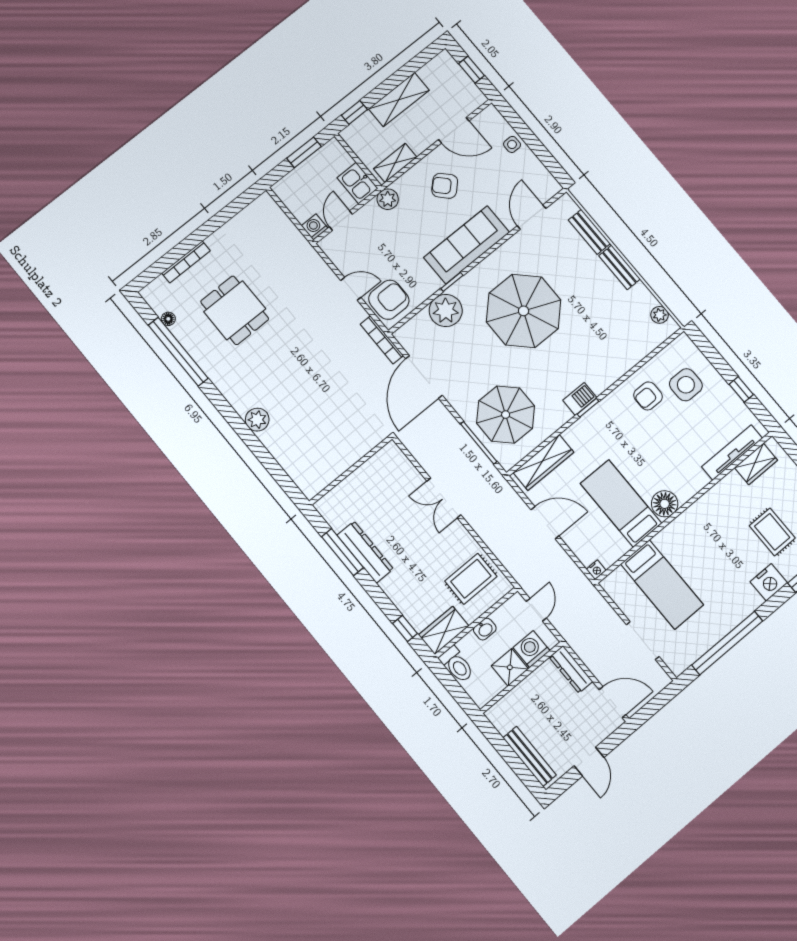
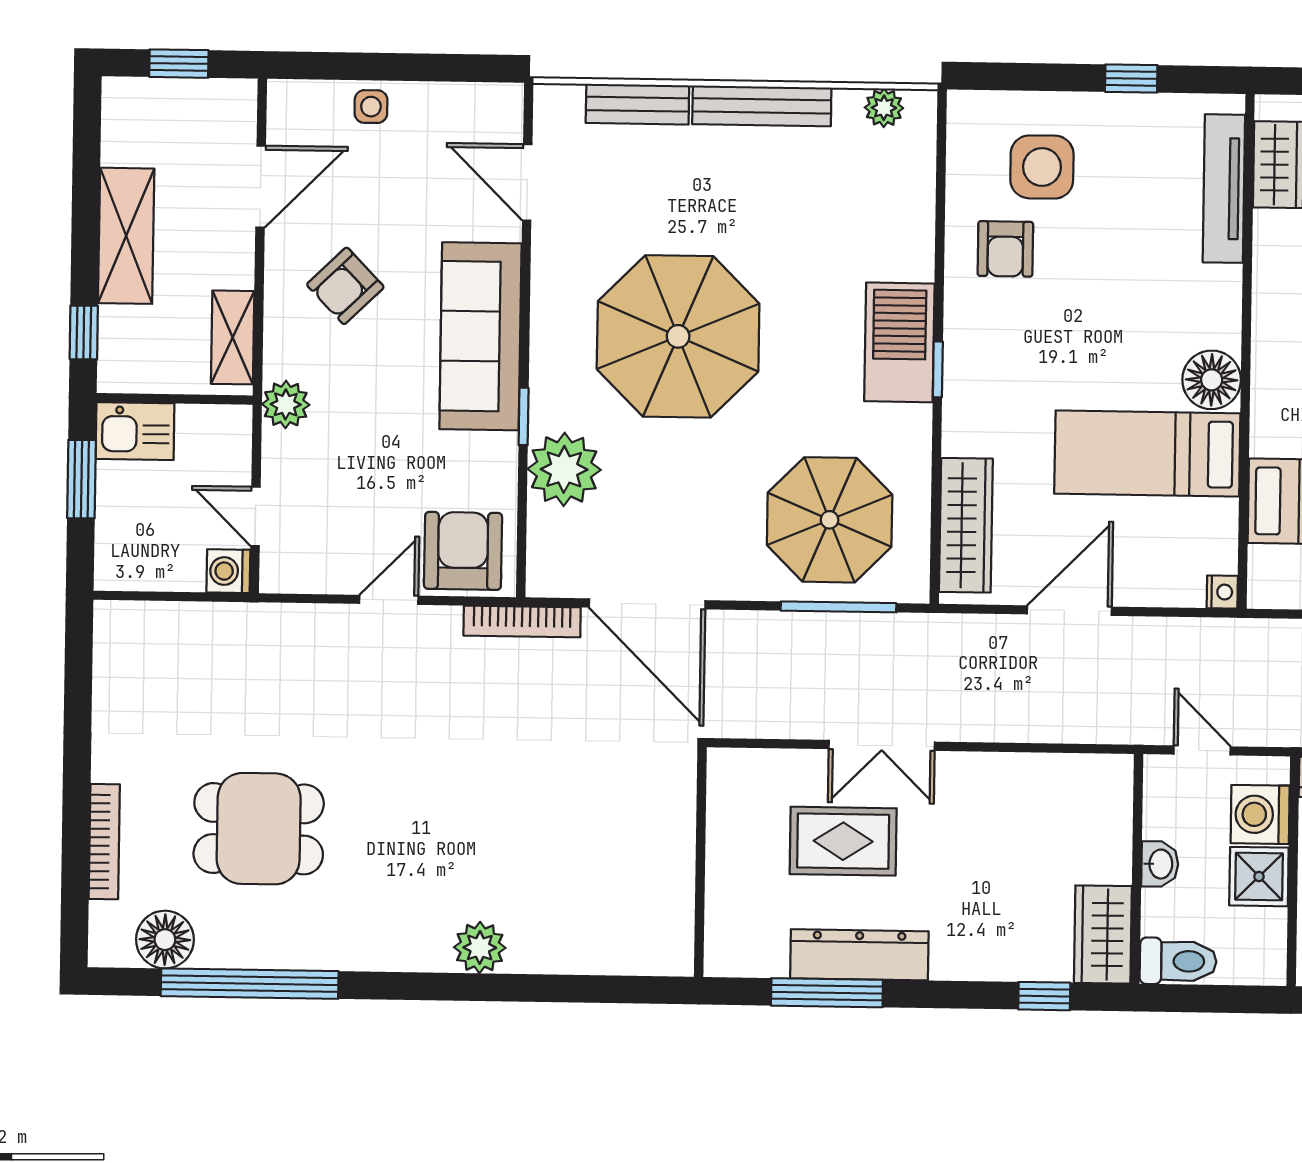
kitchen sink: (357, 183) -> (135, 431), moved
bench: (619, 267) -> (762, 106), width x1.36
floor lamp: (168, 319) -> (165, 940), width x1.89, depth x1.89
barbecue: (580, 399) -> (899, 342), width x1.88, depth x1.53
rug: (471, 579) -> (843, 841), moved, turned 90

